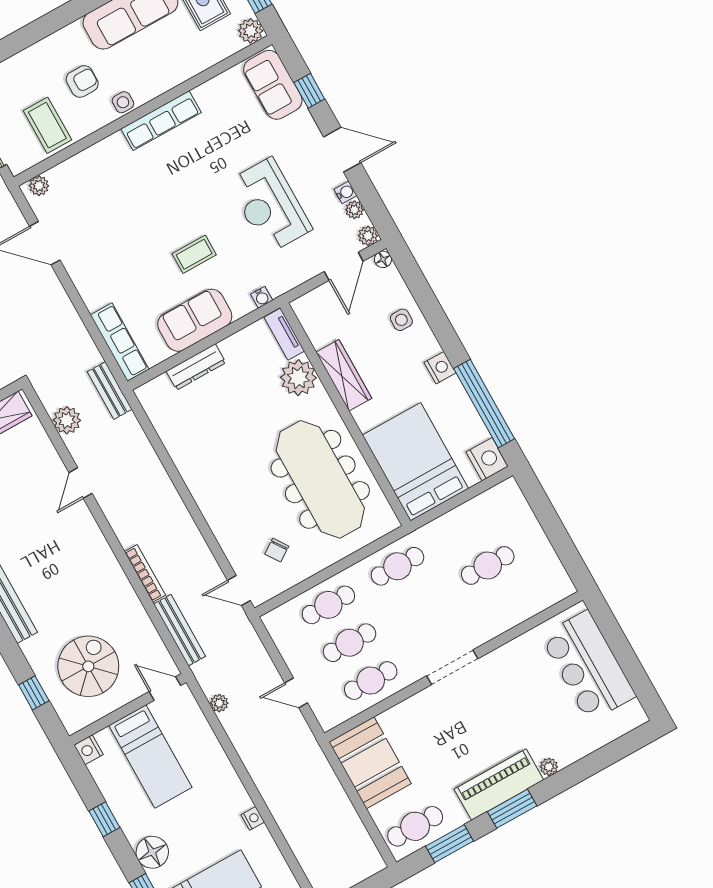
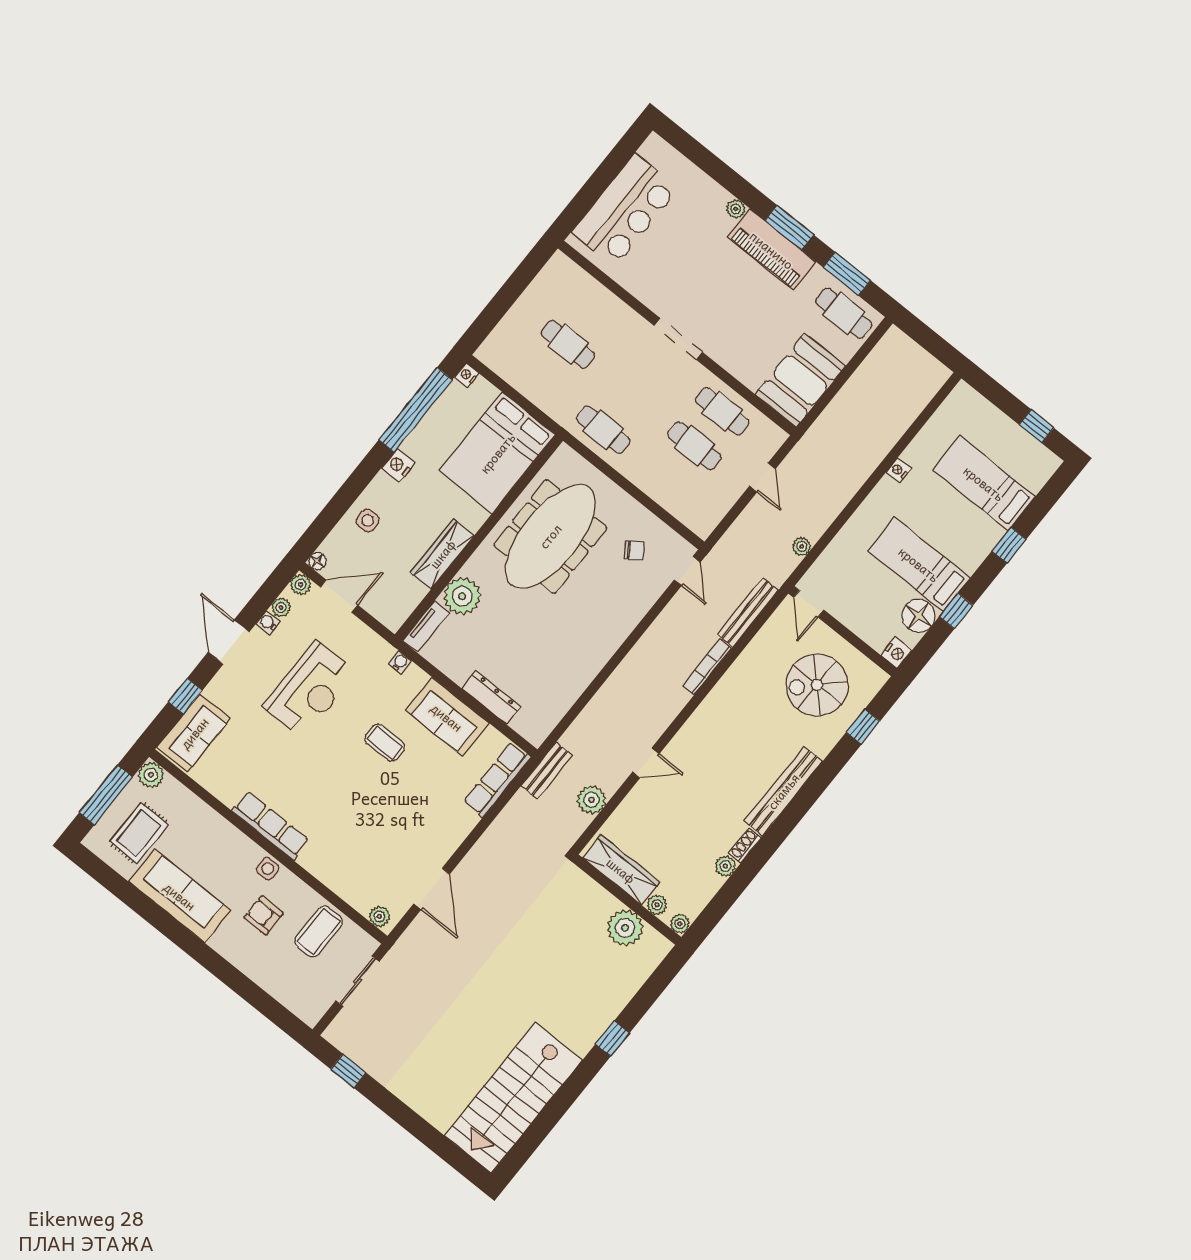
nightstand: (487, 459) -> (467, 375), width x0.53, depth x0.56
cafe table: (328, 605) -> (666, 481), removed
bed: (150, 756) -> (919, 564), moved, turned -90
floor lamp: (152, 852) -> (919, 616), moved

